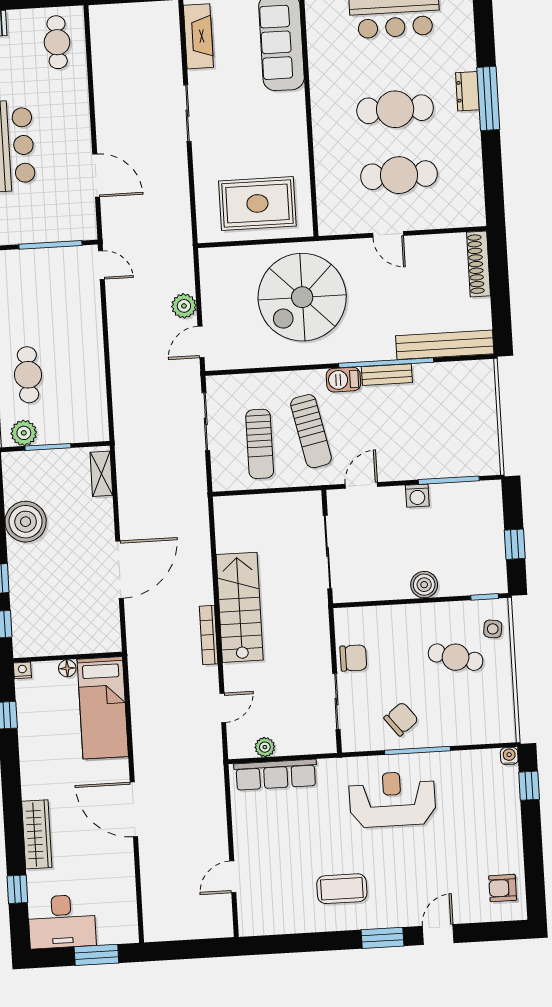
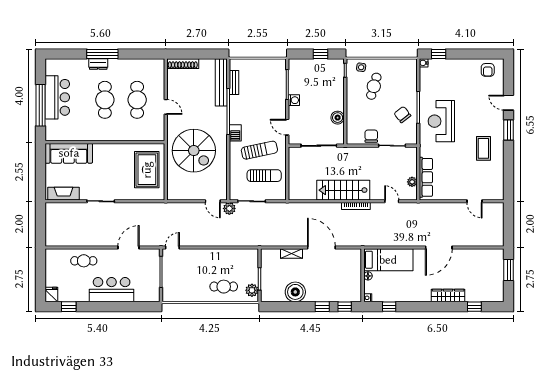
cafe table: (57, 42) -> (84, 261), moved
door: (388, 234) -> (166, 107), hinge flipped
plant: (184, 306) -> (229, 208), moved
bench: (387, 375) -> (234, 83), moved
shelving: (101, 474) -> (291, 254), moved
boiler: (424, 585) -> (338, 118), moved
desk: (62, 921) -> (491, 286), removed

